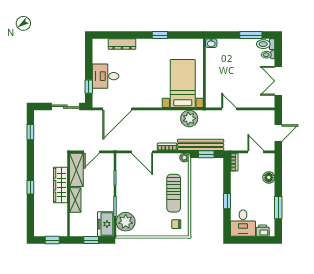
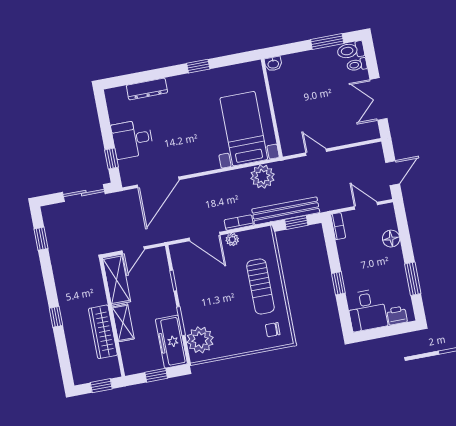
plant: (184, 158) -> (232, 240), moved
wardrobe: (60, 185) -> (103, 332), moved
freezer: (106, 224) -> (171, 342), width x1.40

